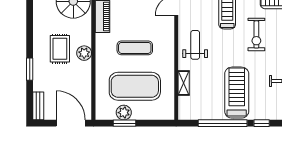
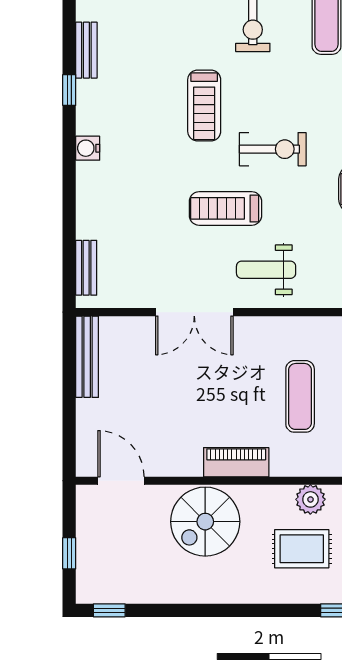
weight bench: (195, 45) -> (266, 270), moved

